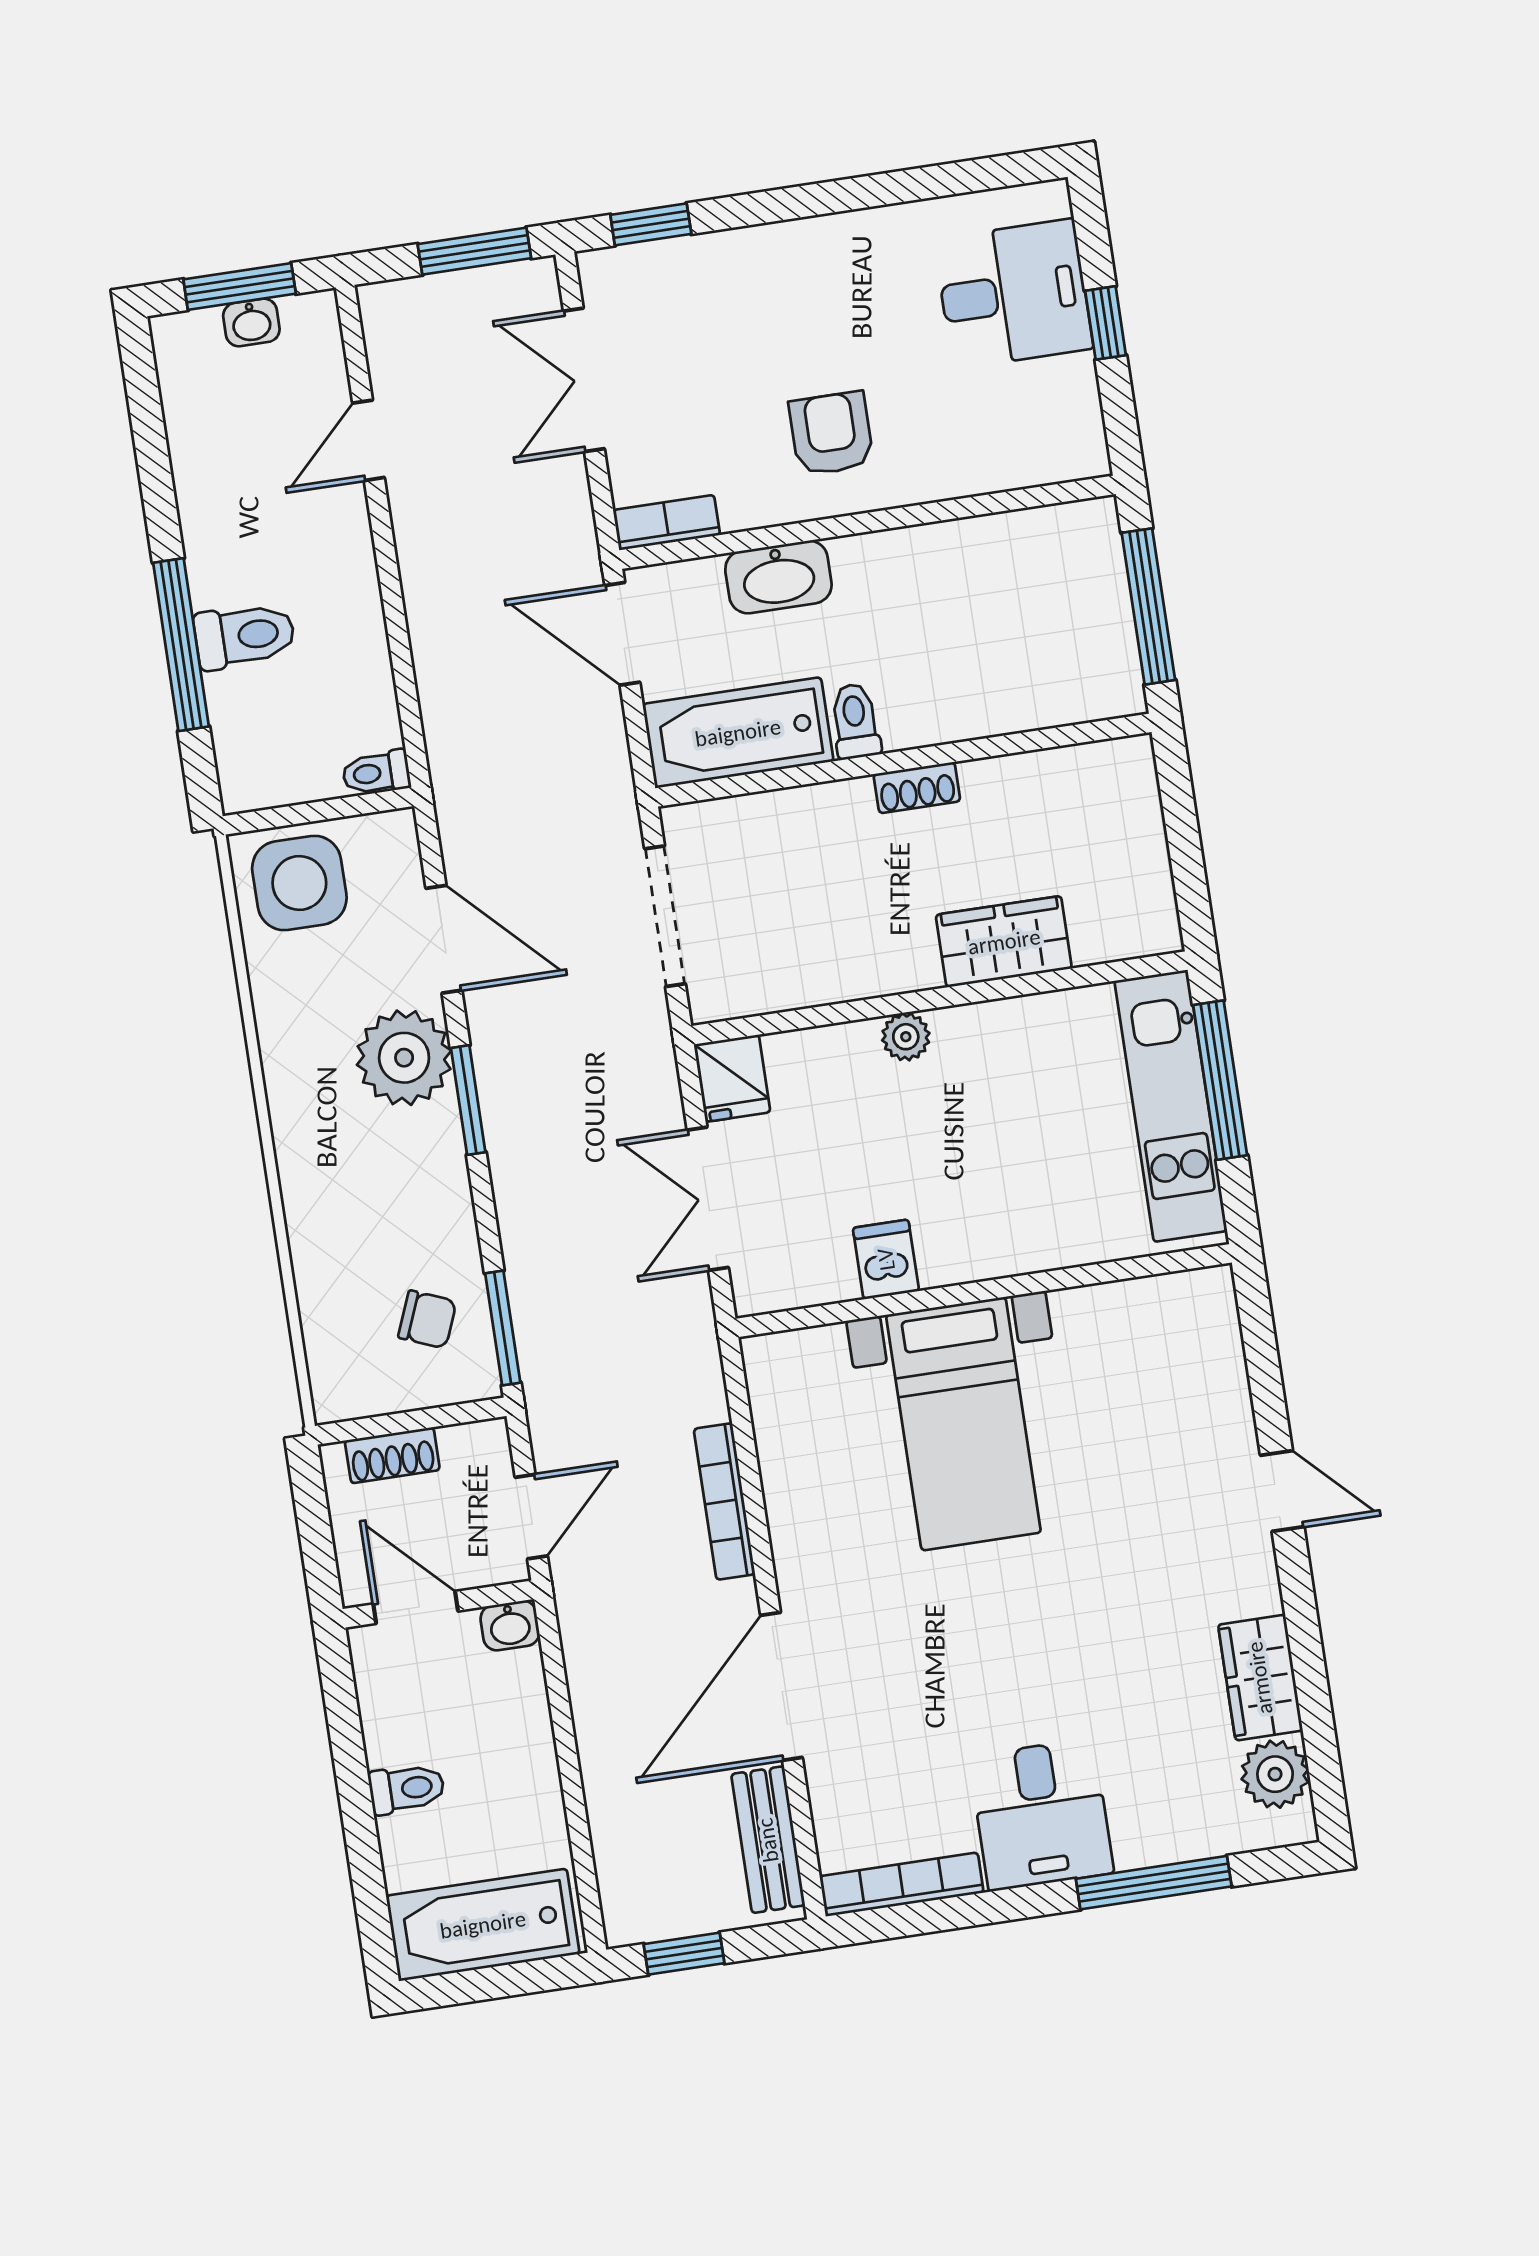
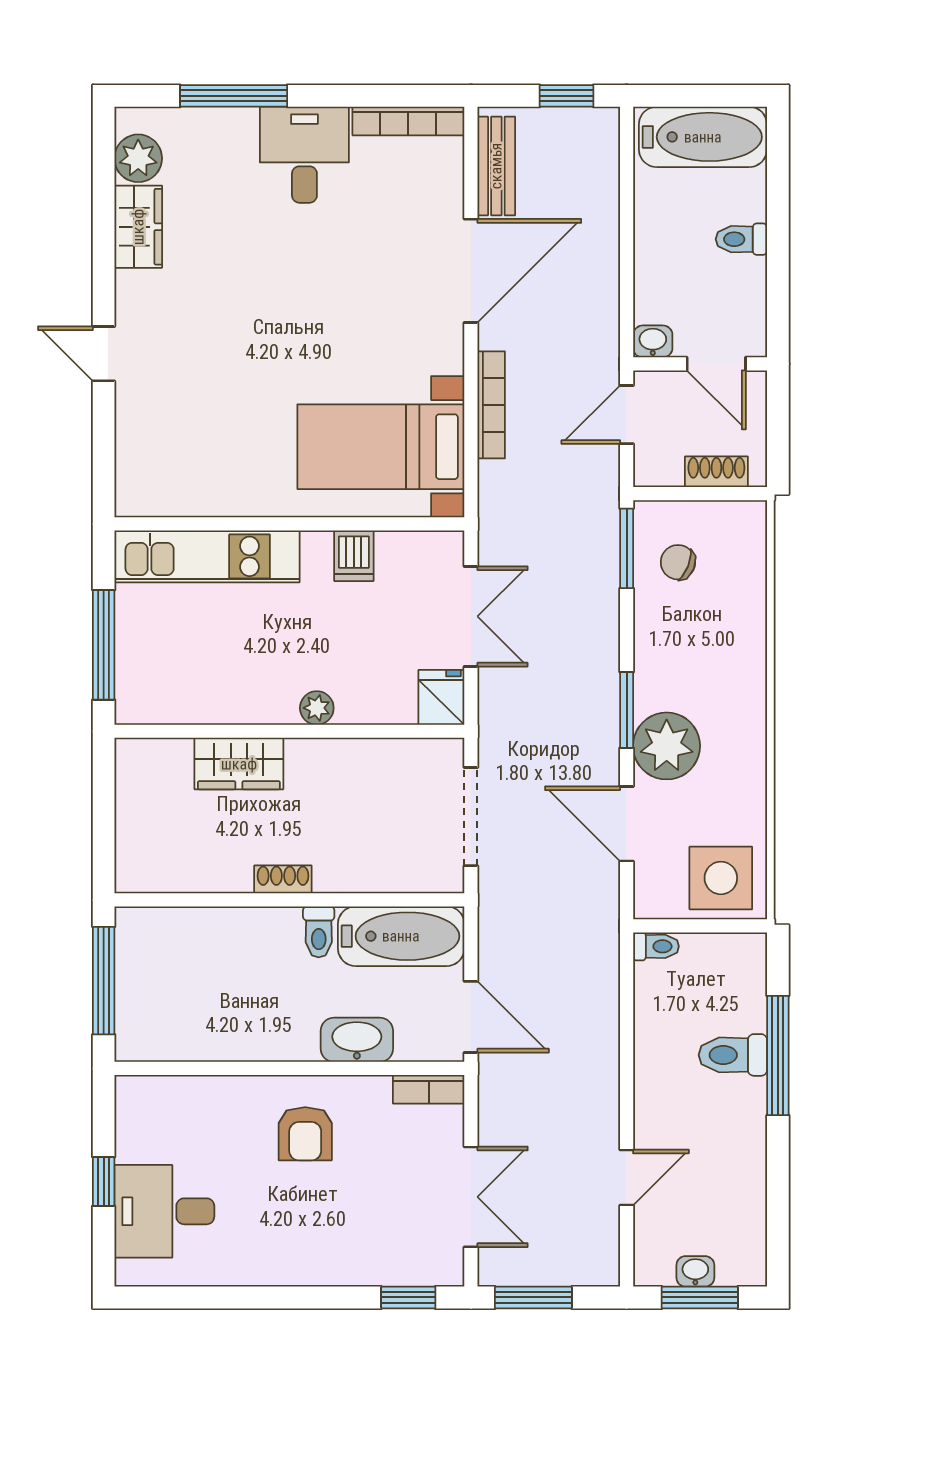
kitchen unit: (1171, 1106) -> (207, 556), moved, turned 90
bed with nightstands: (963, 1424) -> (381, 447), moved, turned -90

